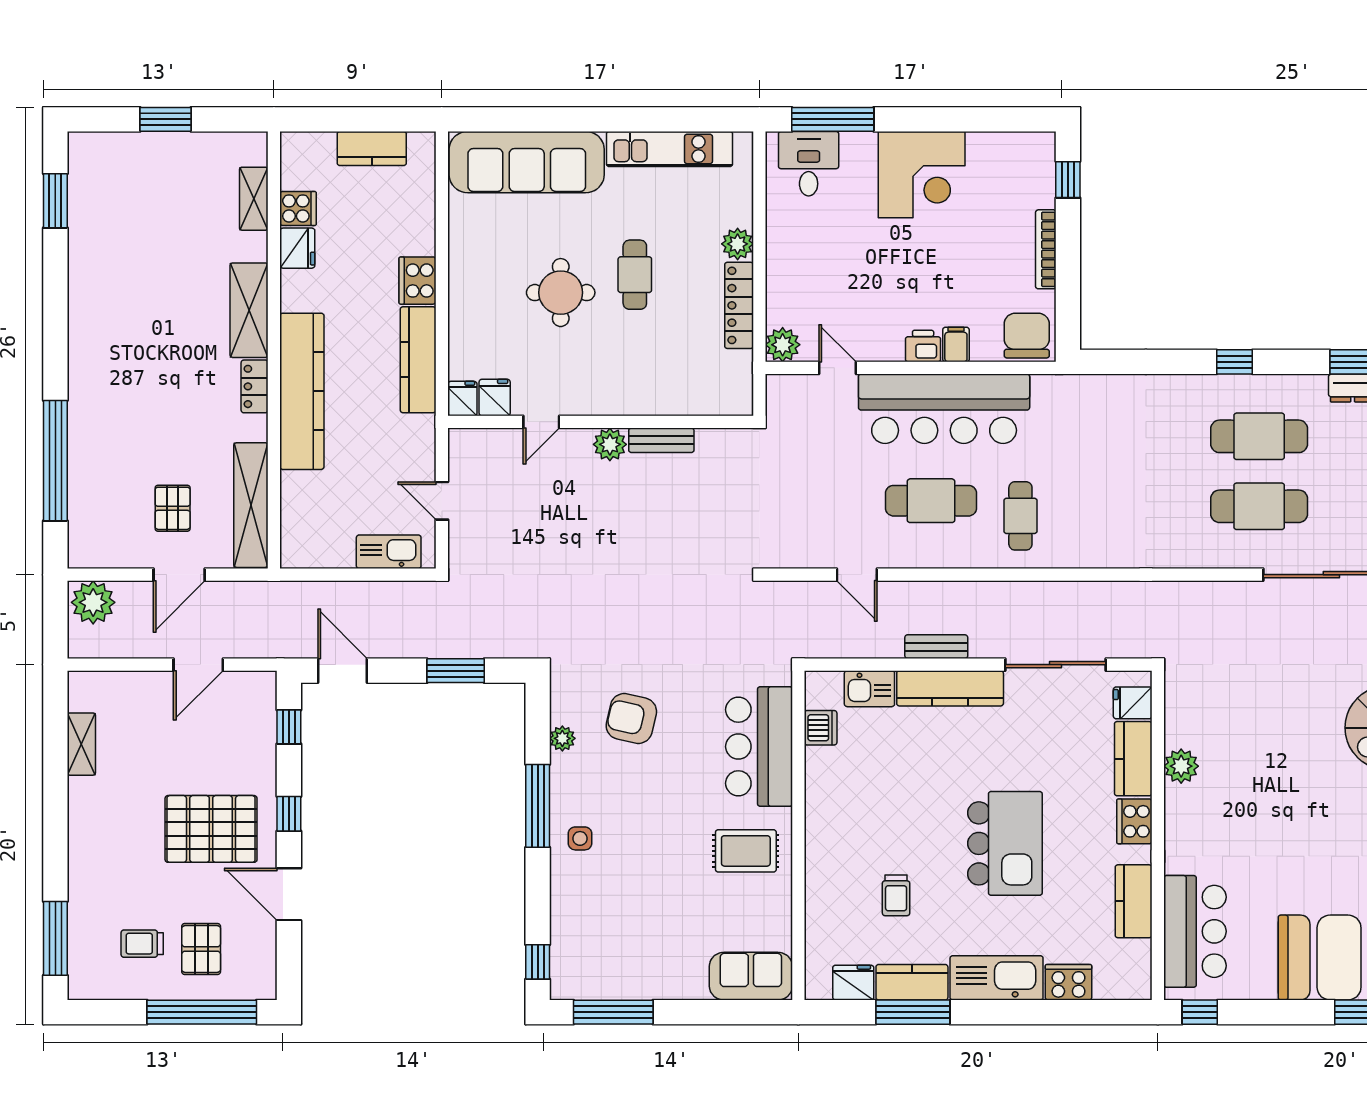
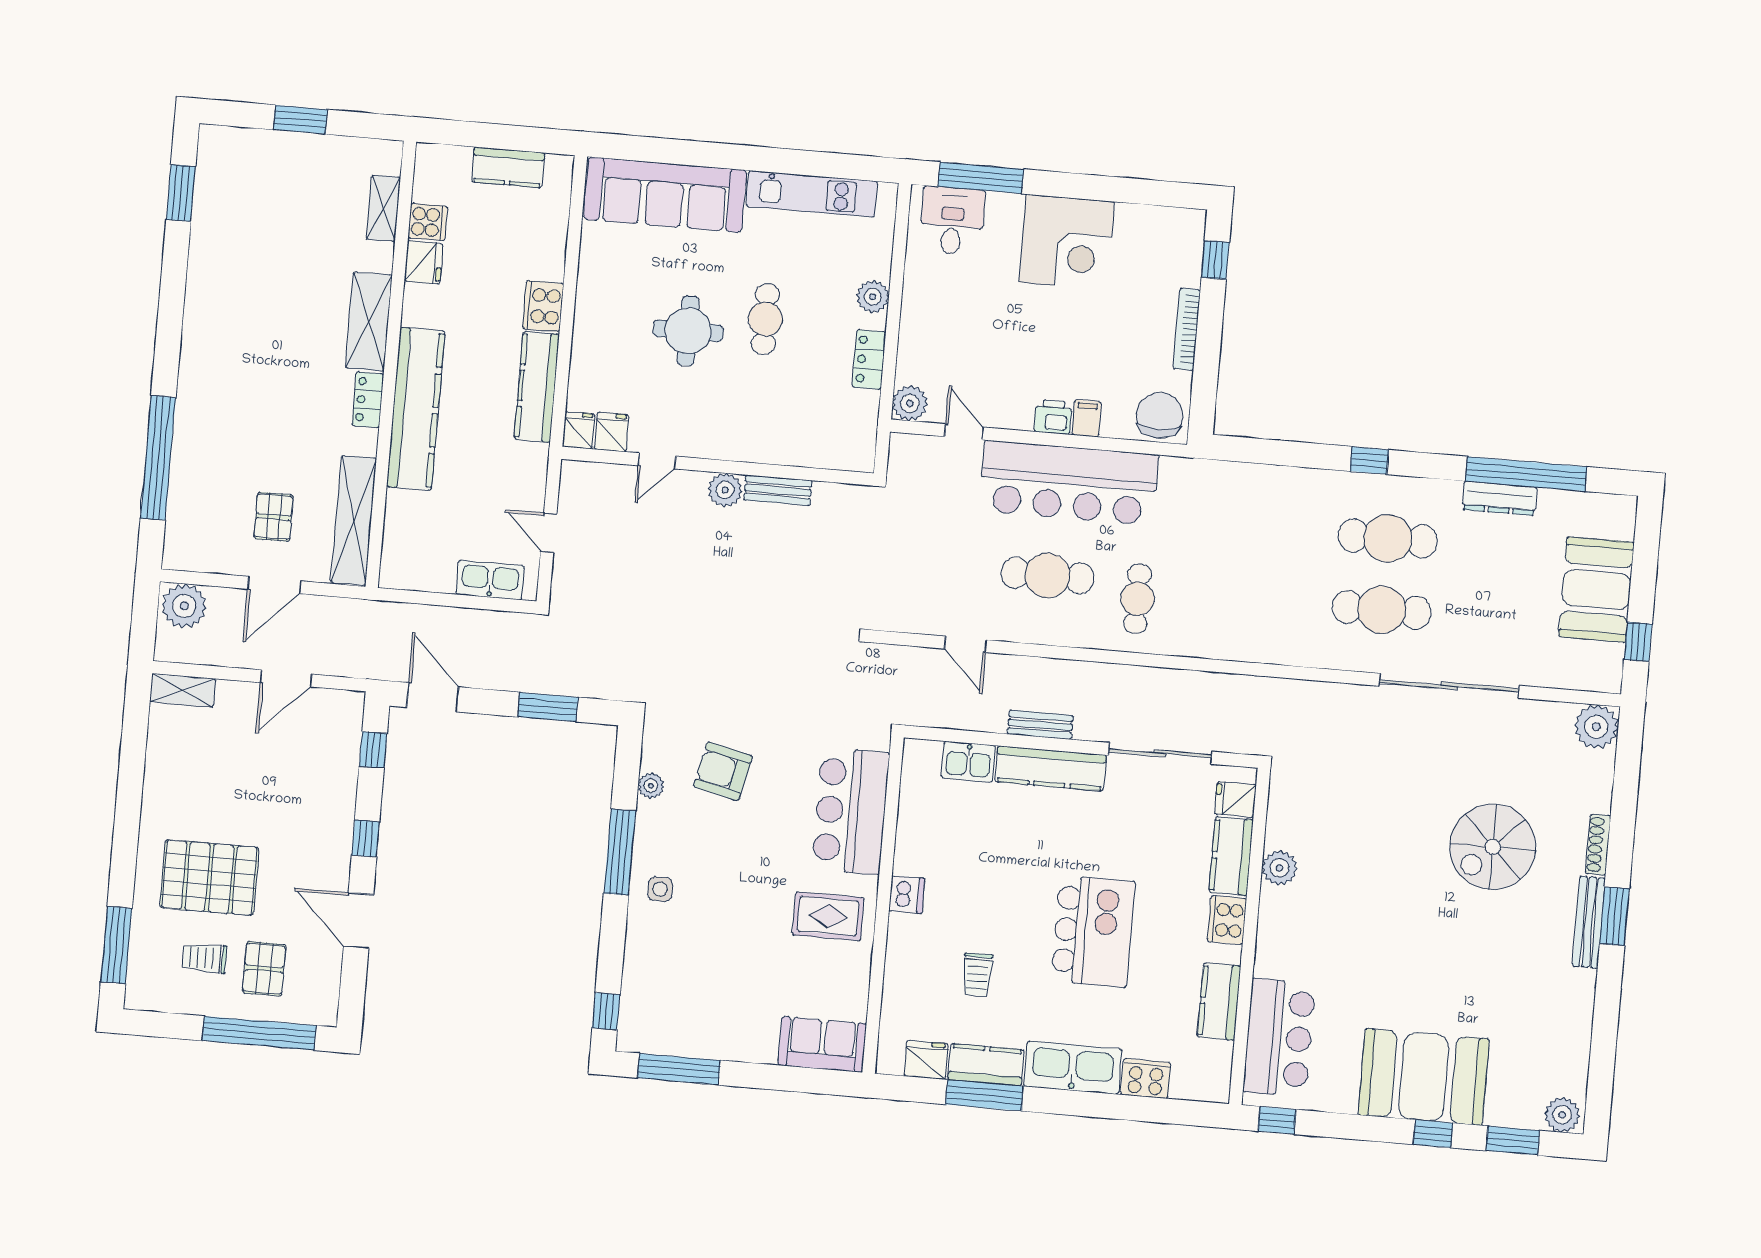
locker: (739, 305) -> (869, 359), width x0.66
dishwasher: (821, 728) -> (907, 895), moved
shelving: (81, 744) -> (183, 690), moved, turned 90
pallet: (211, 829) -> (209, 878), moved

